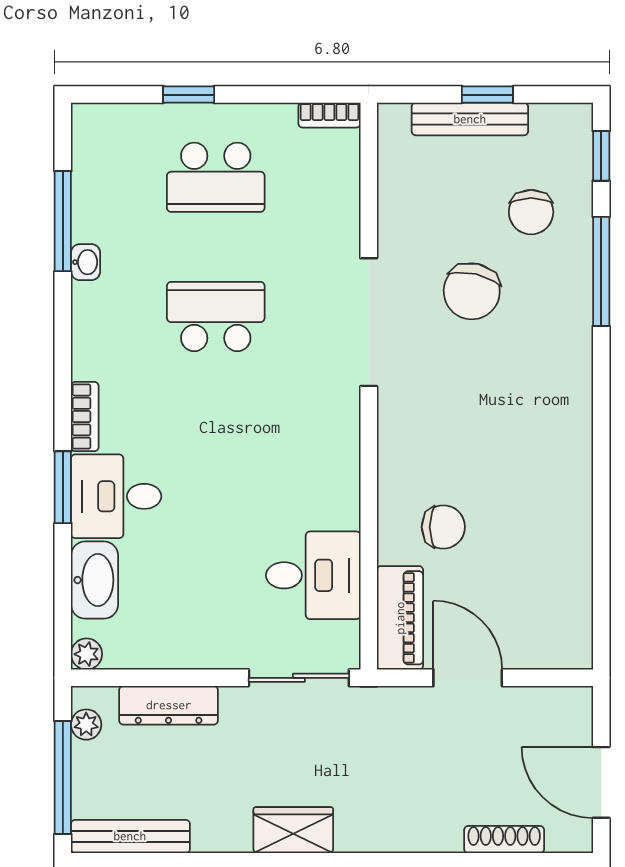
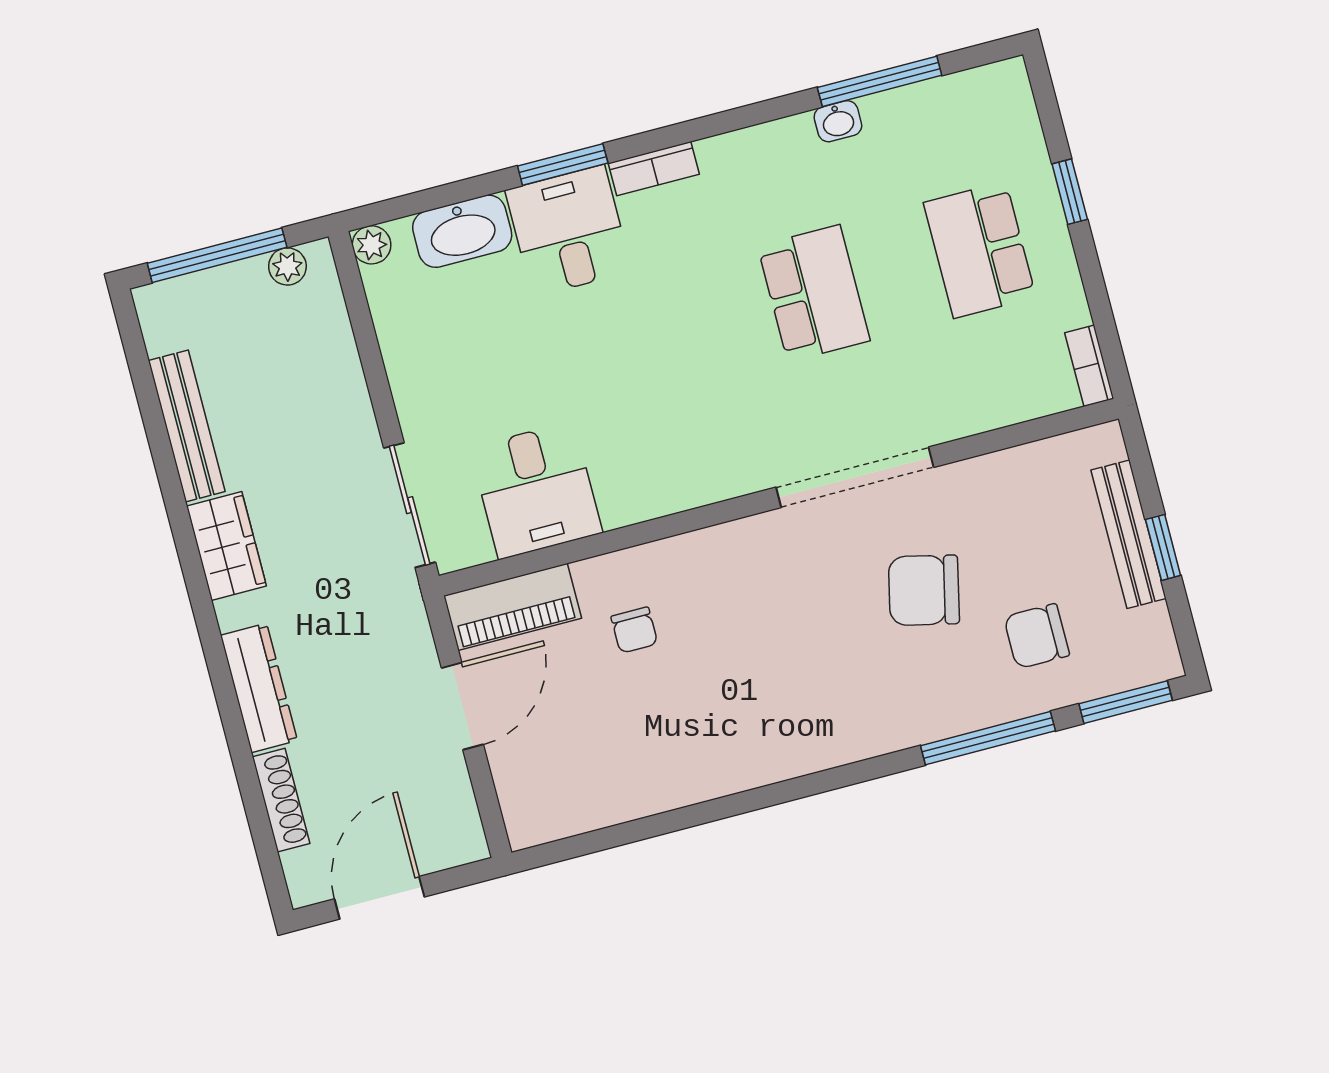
window: (601, 156) -> (1126, 702), width x1.50
chair: (443, 527) -> (634, 630), width x0.73, depth x0.73
dresser: (169, 705) -> (259, 688), moved, turned 180
bench: (130, 836) -> (187, 426), moved

